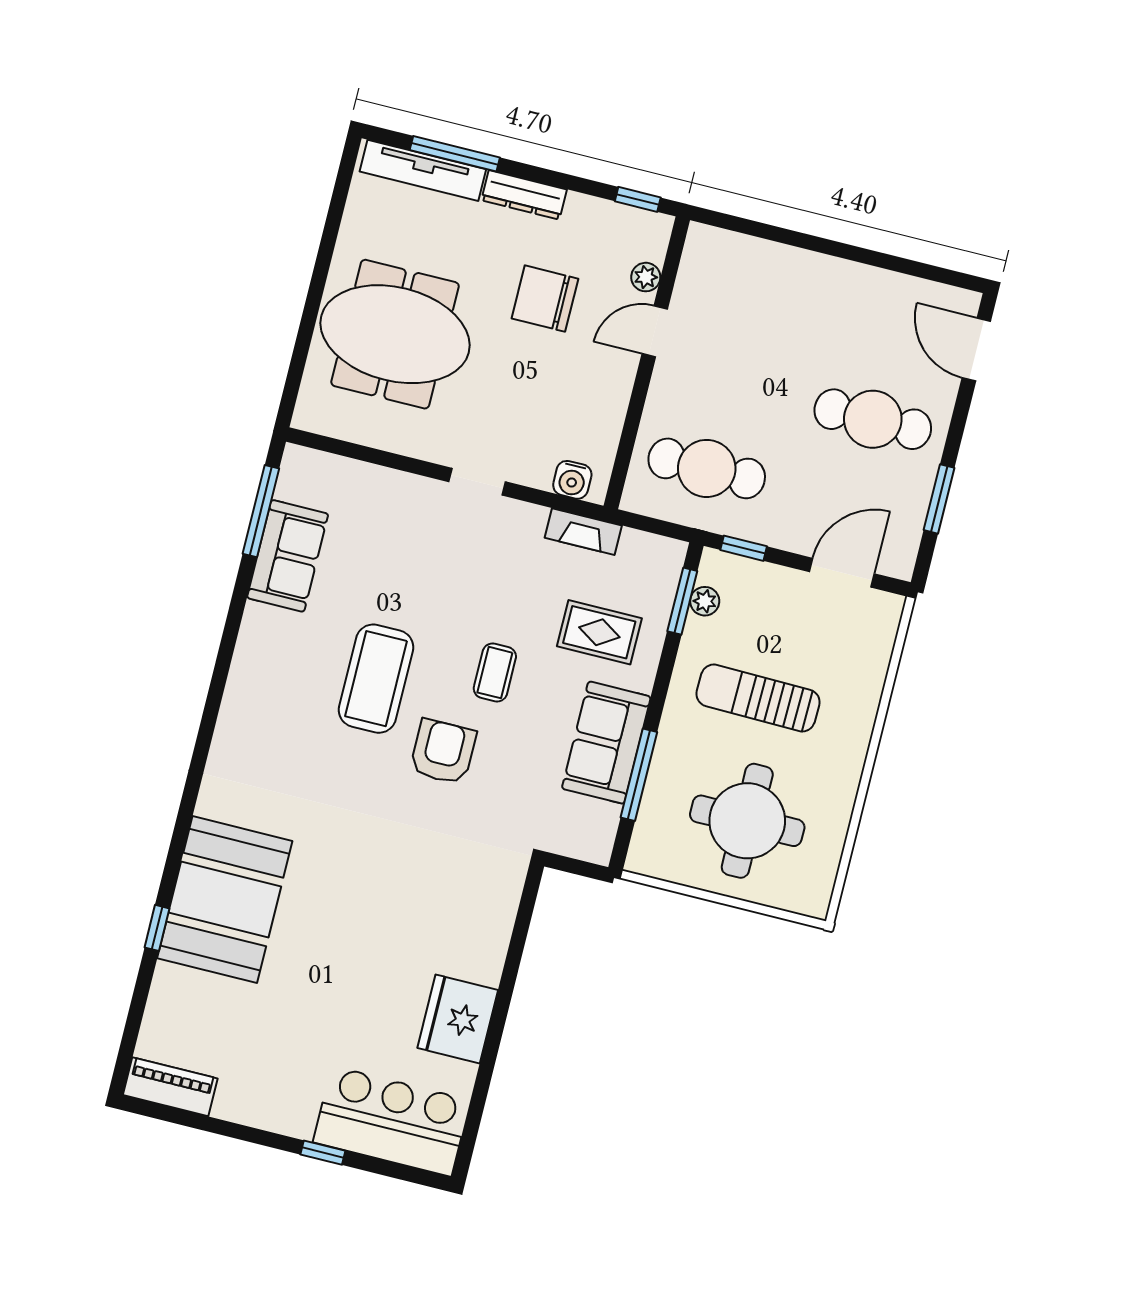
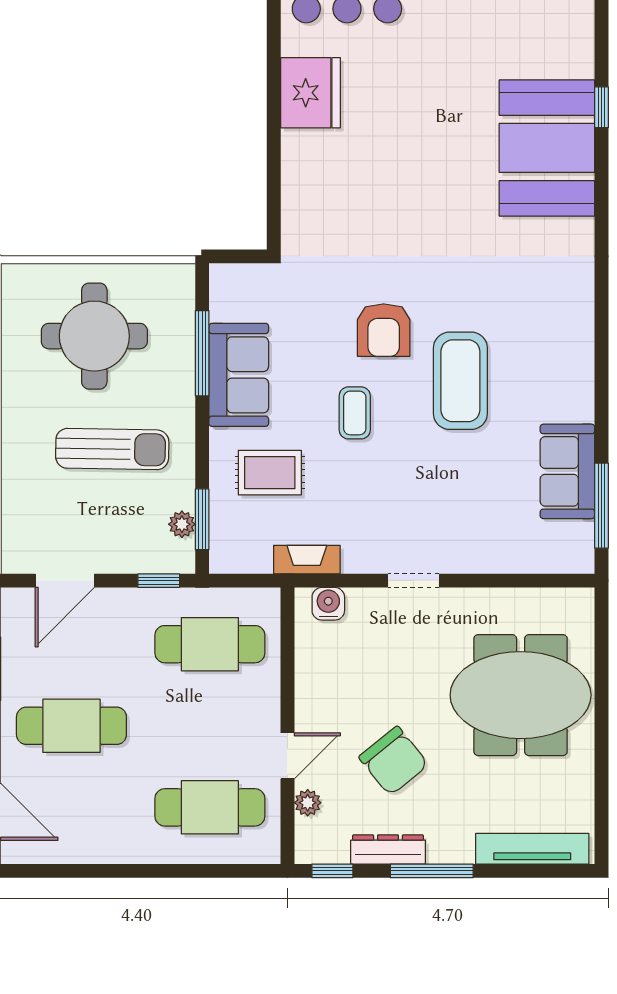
window: (455, 154) -> (432, 871), moved
dresser: (524, 195) -> (388, 849), moved
cafe table: (749, 298) -> (210, 807), added
chair: (545, 299) -> (394, 761), turned 51

